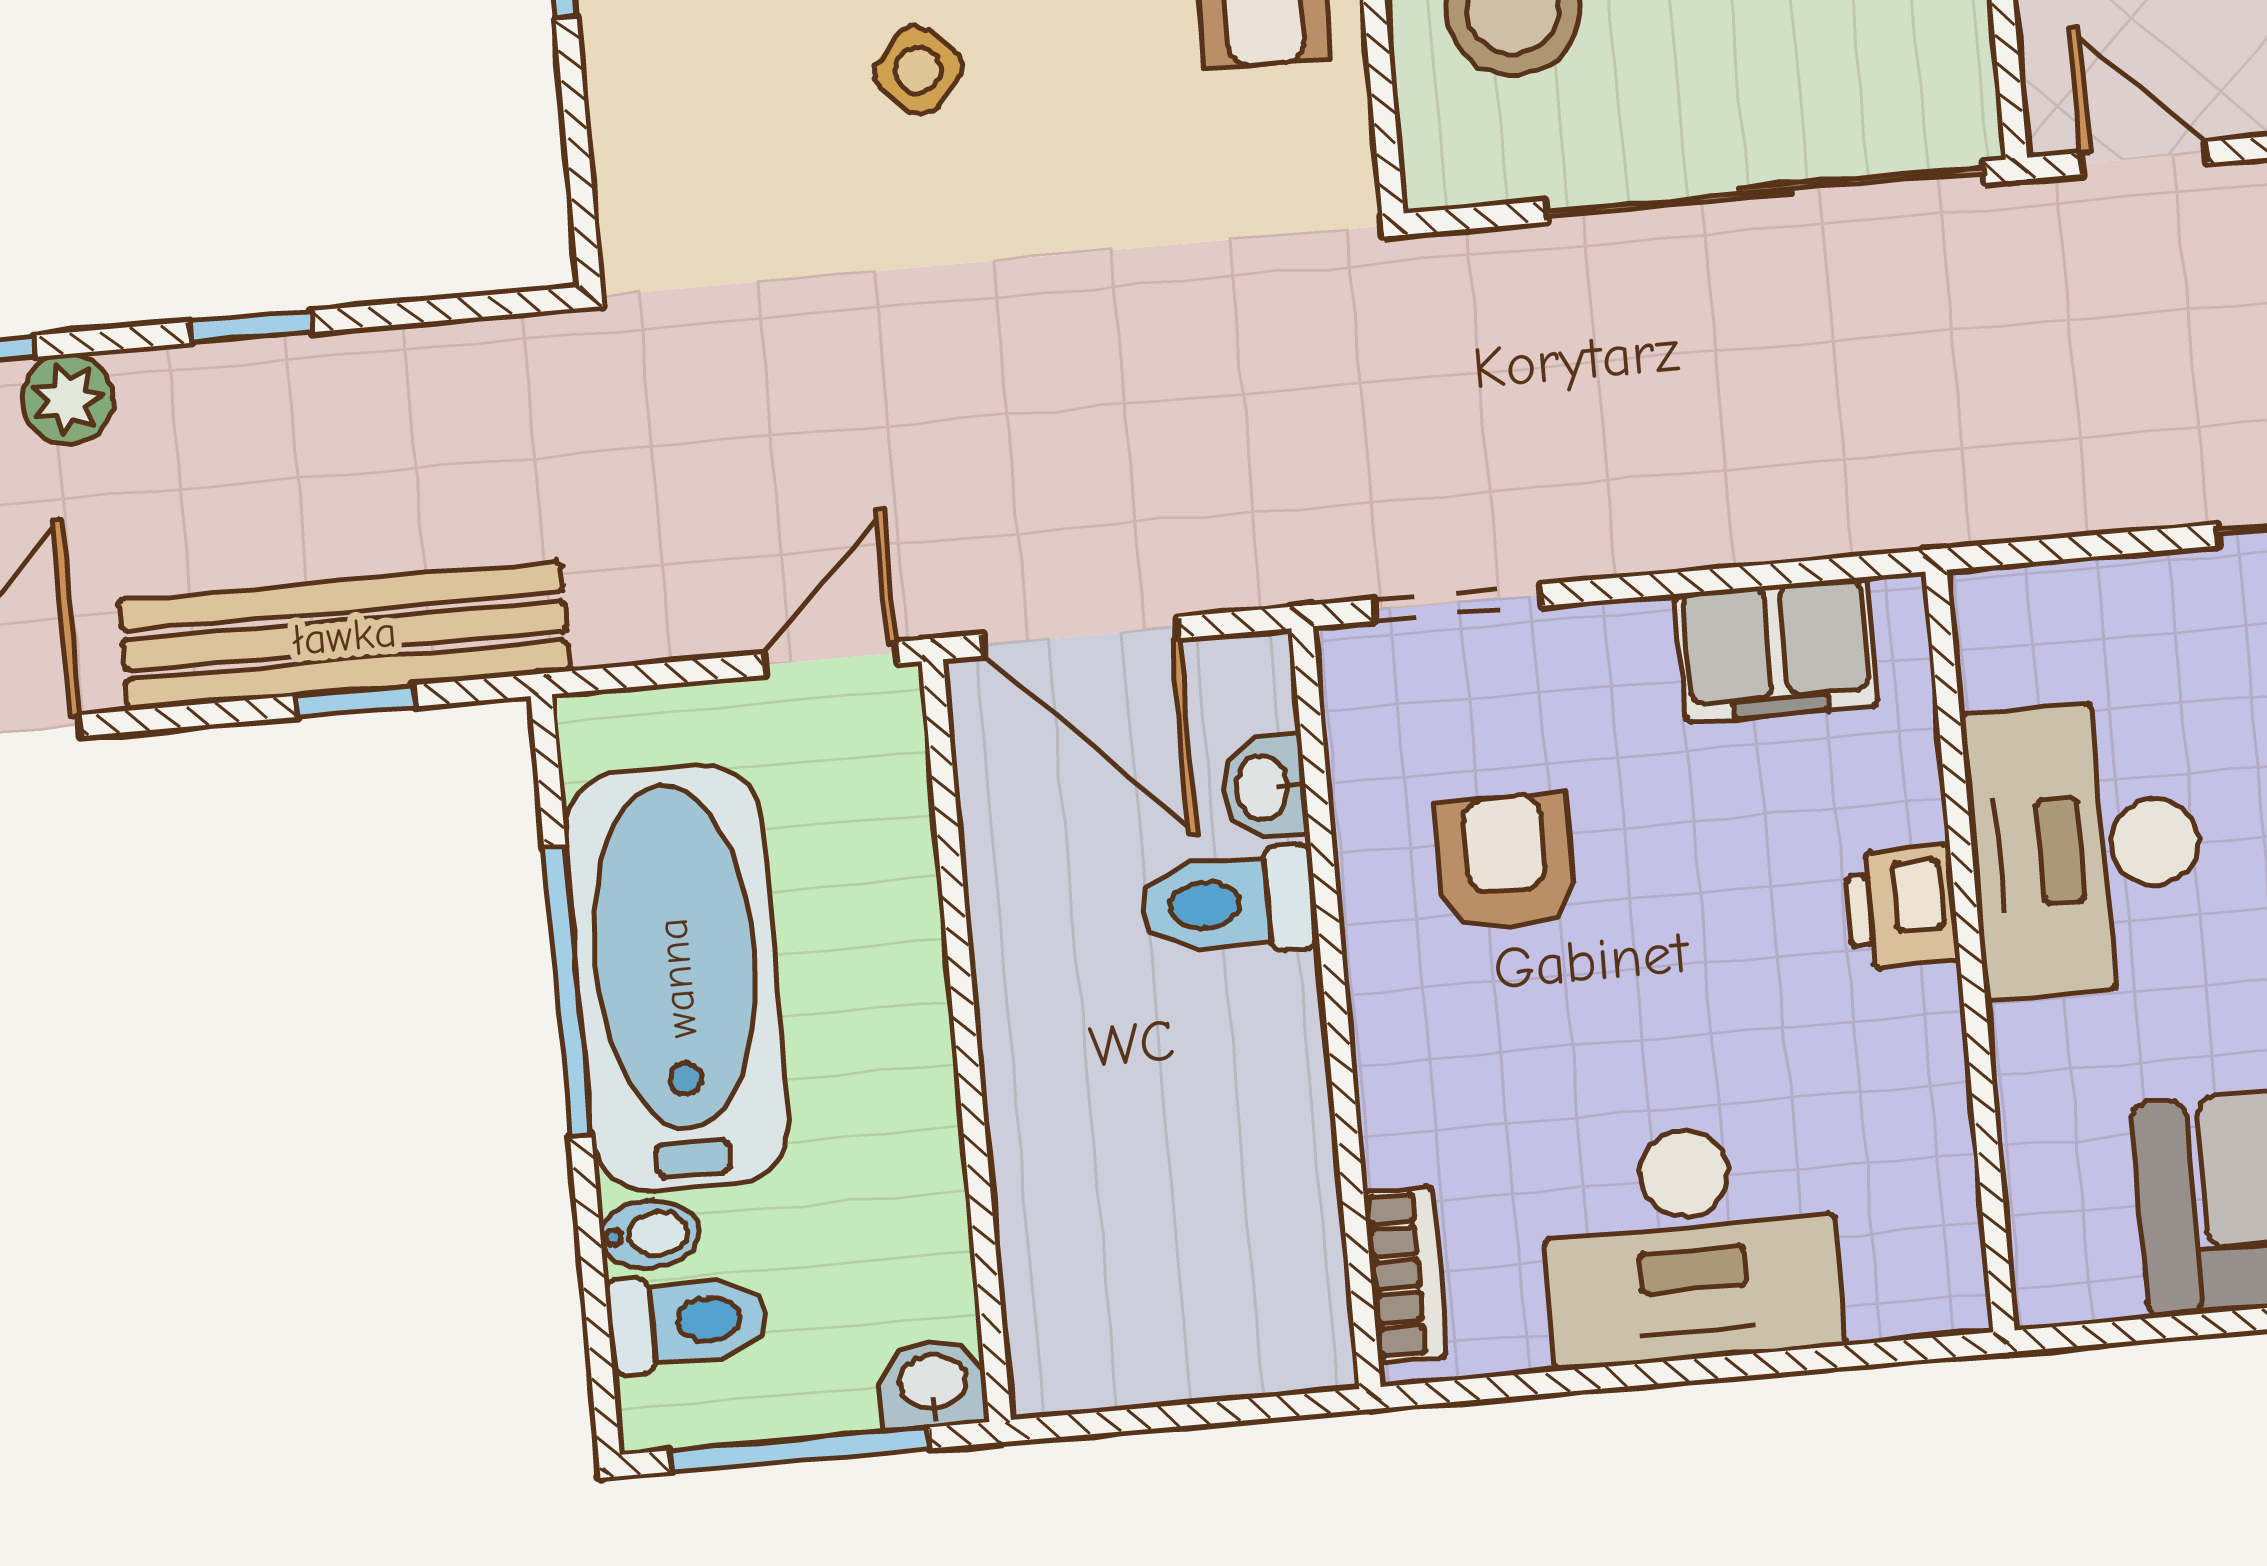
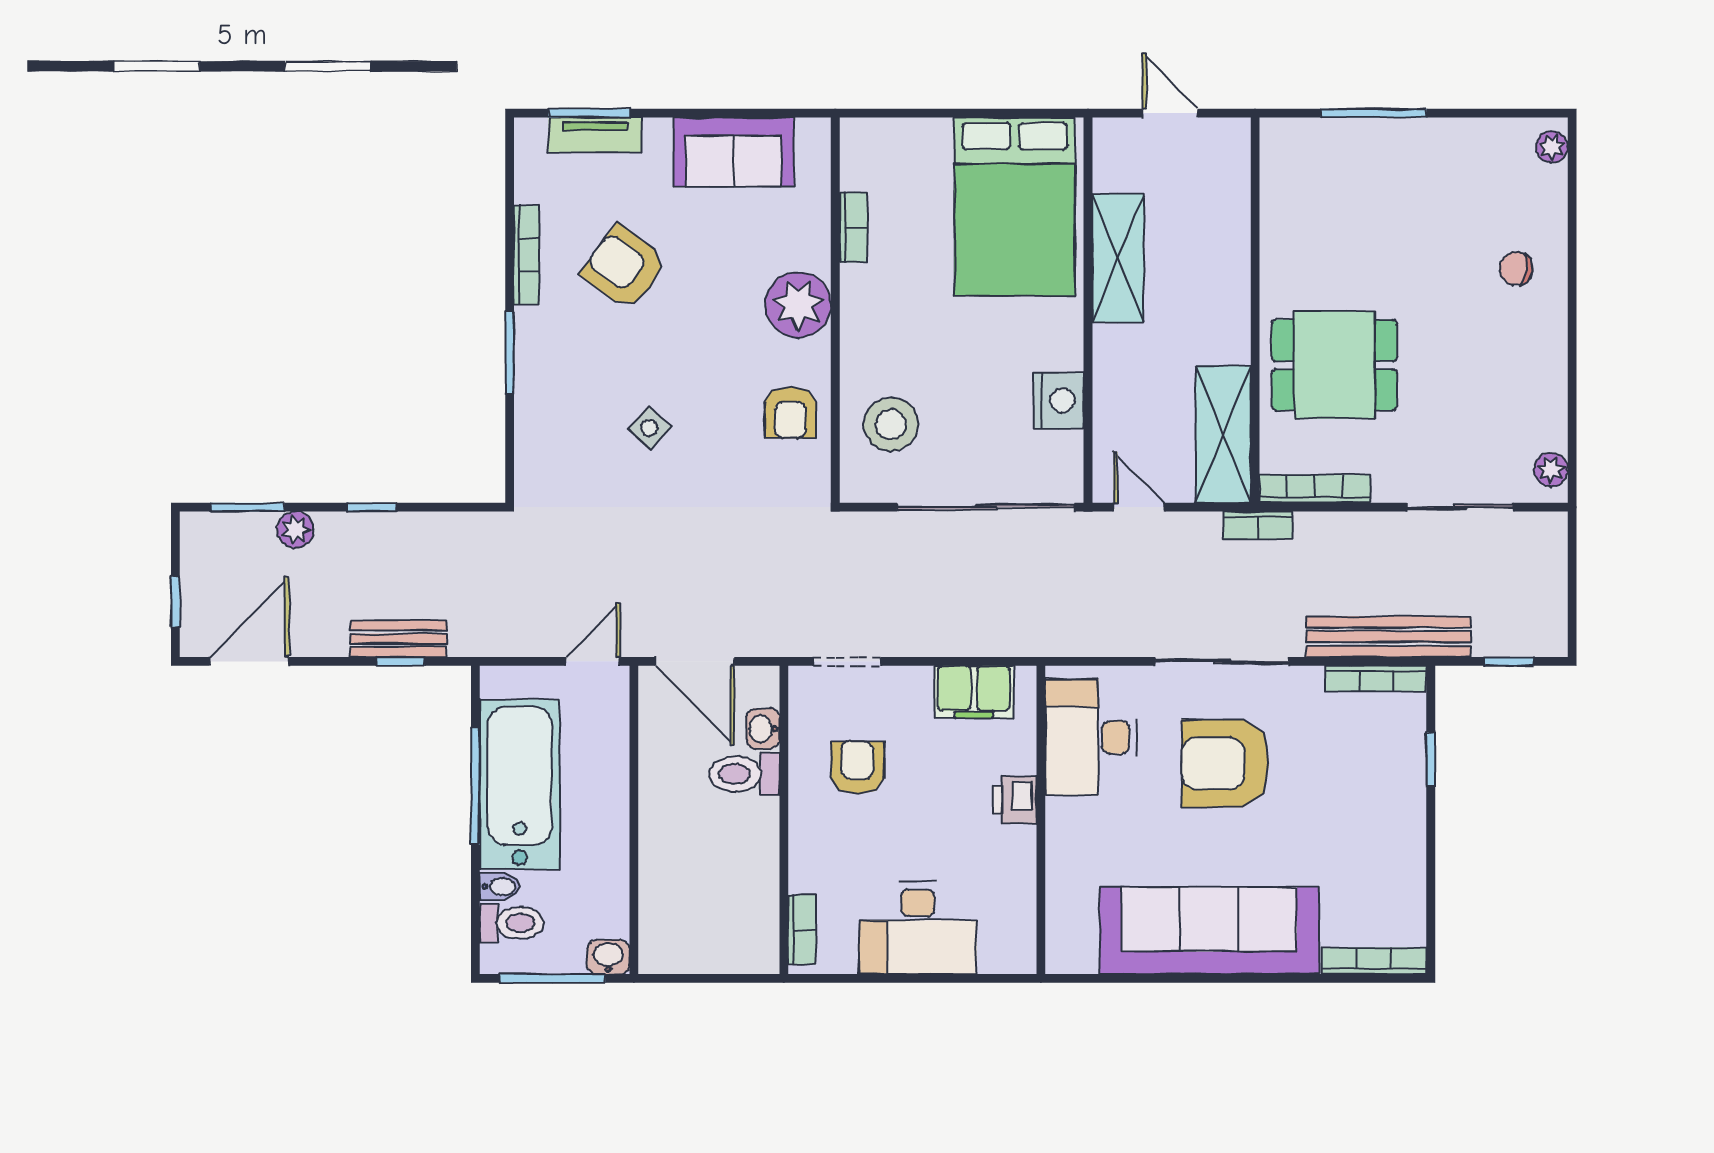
bench: (344, 636) -> (398, 639), width x0.54, depth x0.82
desk: (2085, 848) -> (1091, 737), moved

